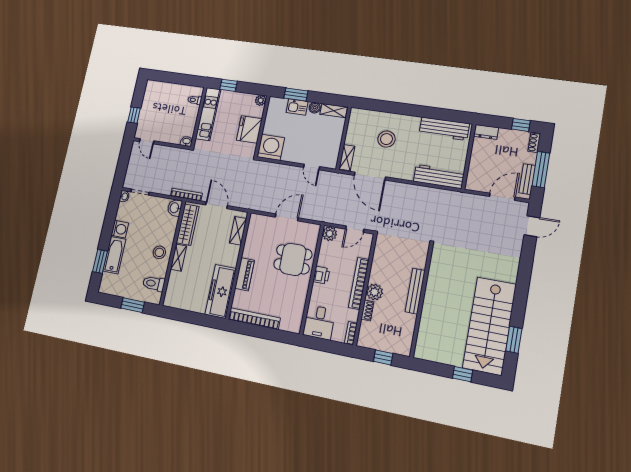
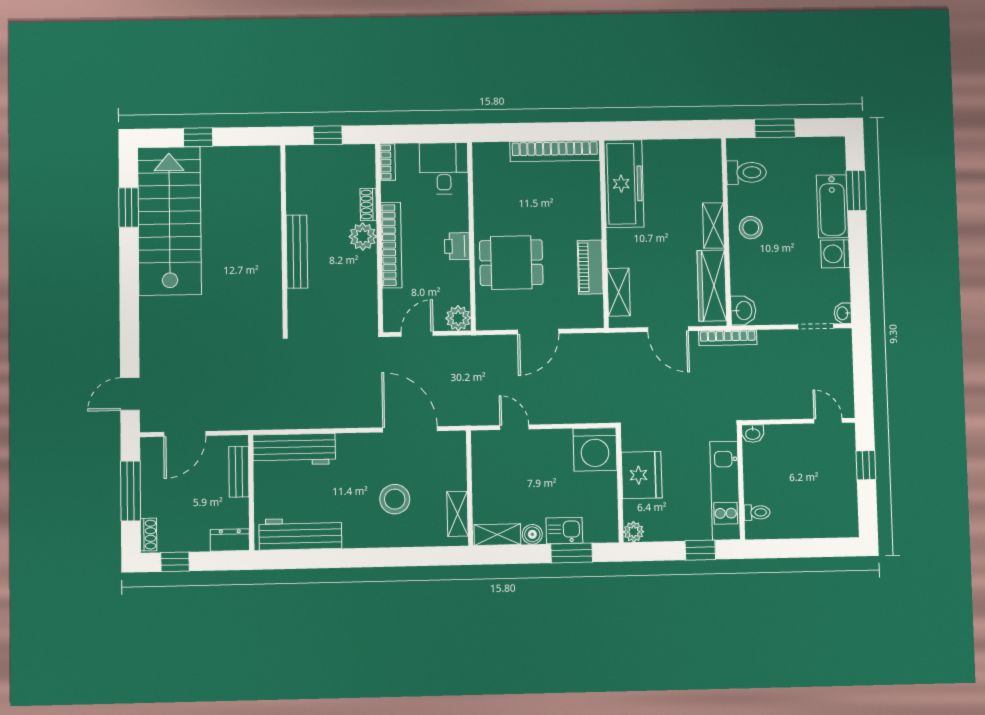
shelving: (347, 158) -> (458, 514), moved
bench: (527, 179) -> (239, 472), moved
piano: (245, 274) -> (590, 267), moved

